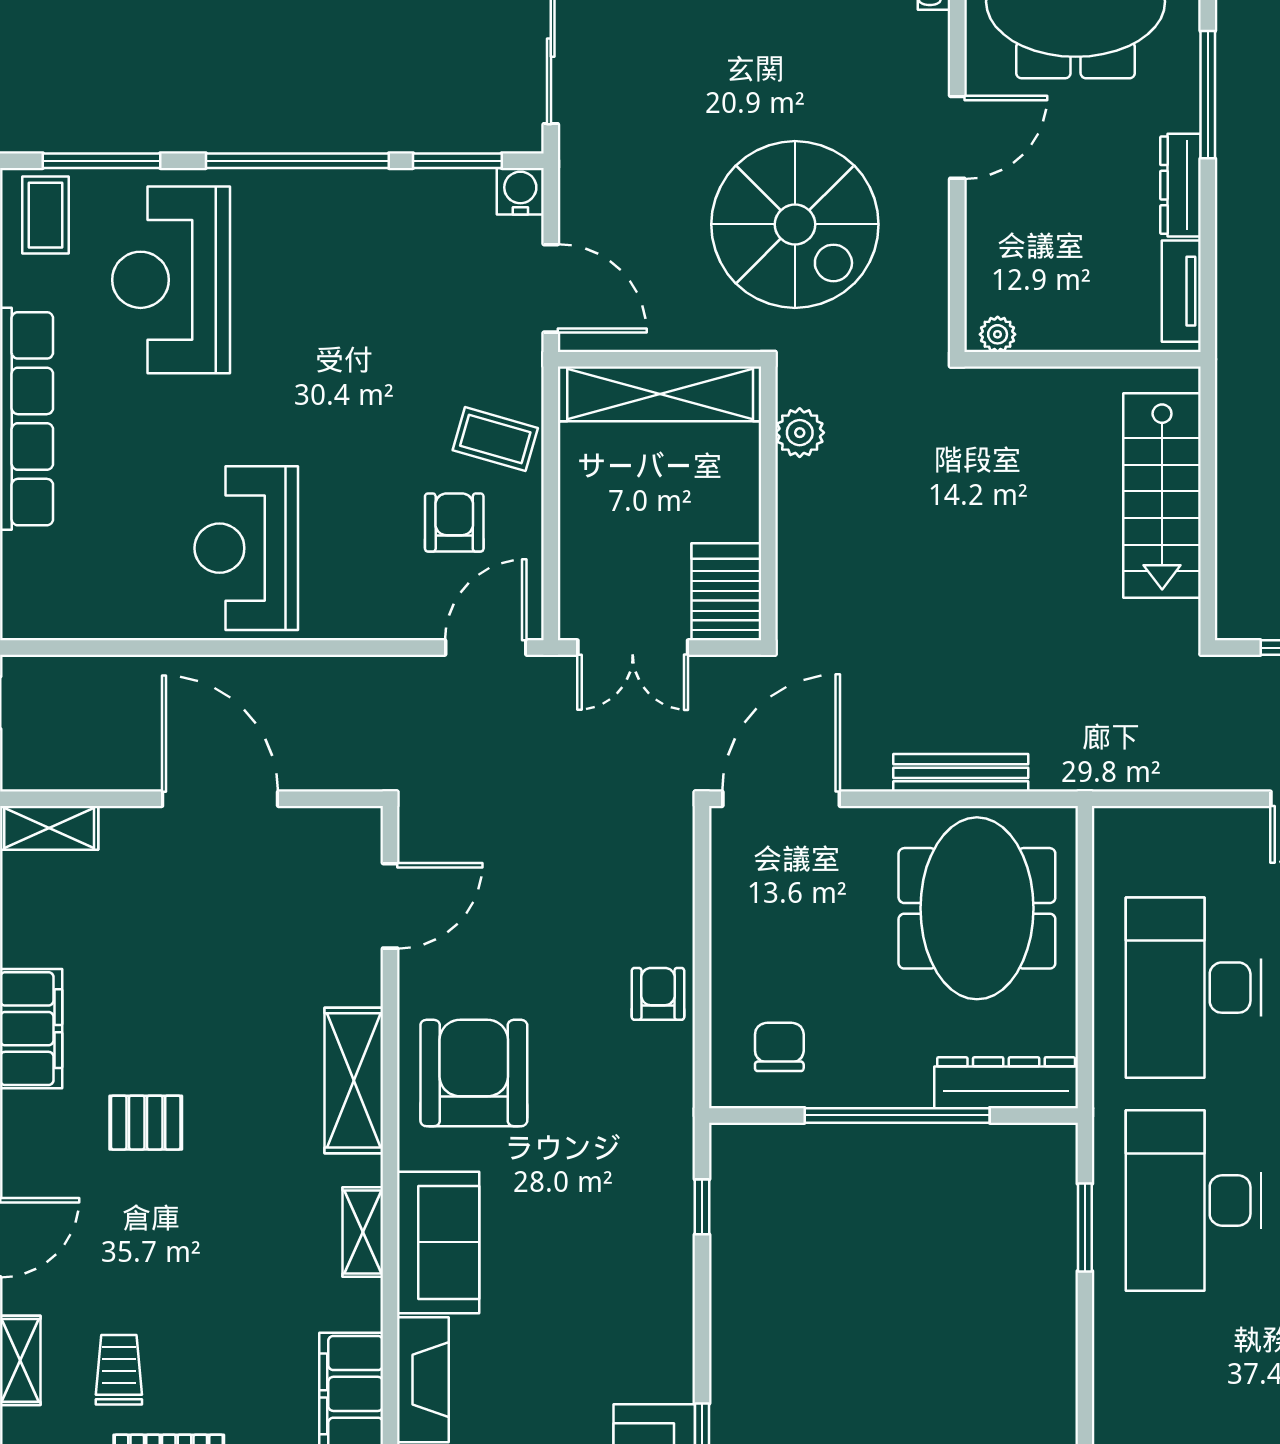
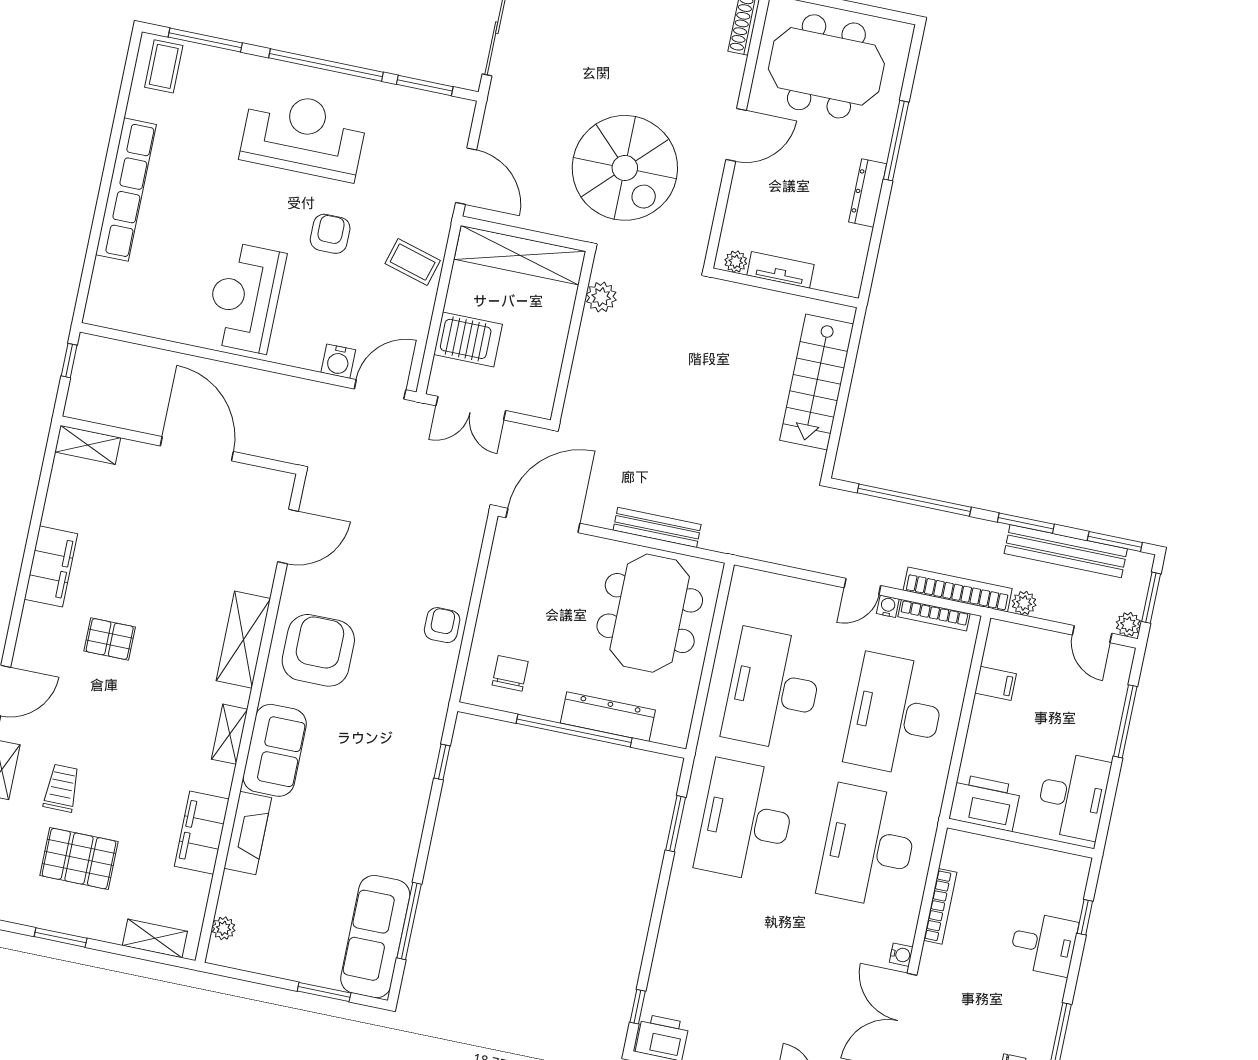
water cooler: (520, 191) -> (338, 361), moved, turned 180
reception desk: (171, 280) -> (304, 135), moved, turned 90
tv unit: (1181, 291) -> (781, 270), moved, turned 90
armchair: (454, 523) -> (330, 234), moved
server rack: (726, 592) -> (468, 339), moved, turned 90
dresser: (1006, 1083) -> (608, 717), moved

